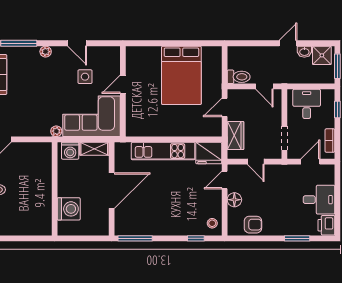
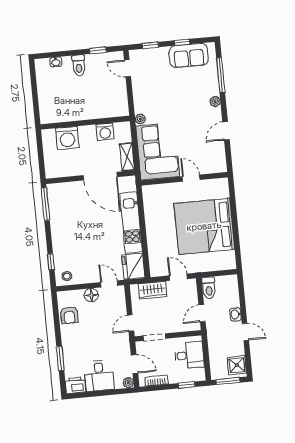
washbasin: (304, 52) -> (236, 314), moved
bed: (181, 75) -> (204, 226), width x1.36
side table: (85, 77) -> (195, 141), removed
washing machine: (70, 151) -> (105, 132), moved, turned -90
door: (256, 162) -> (131, 323), moved
plant: (329, 170) -> (128, 383), added
door: (112, 191) -> (100, 176), moved

